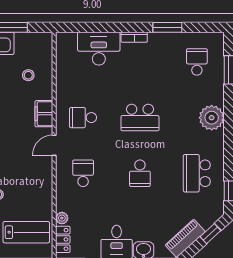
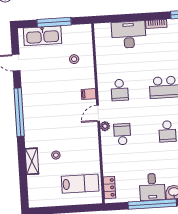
filing cabinet: (44, 114) -> (89, 94), width x0.50
school desk: (83, 118) -> (120, 90), turned -90
plant: (62, 218) -> (105, 126), moved

